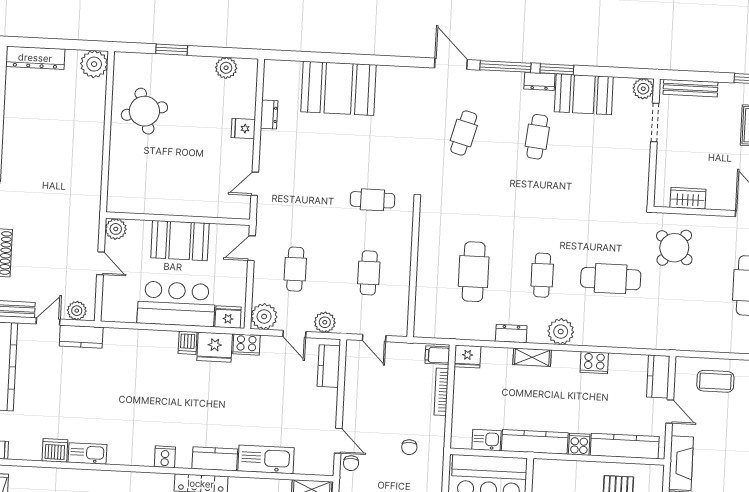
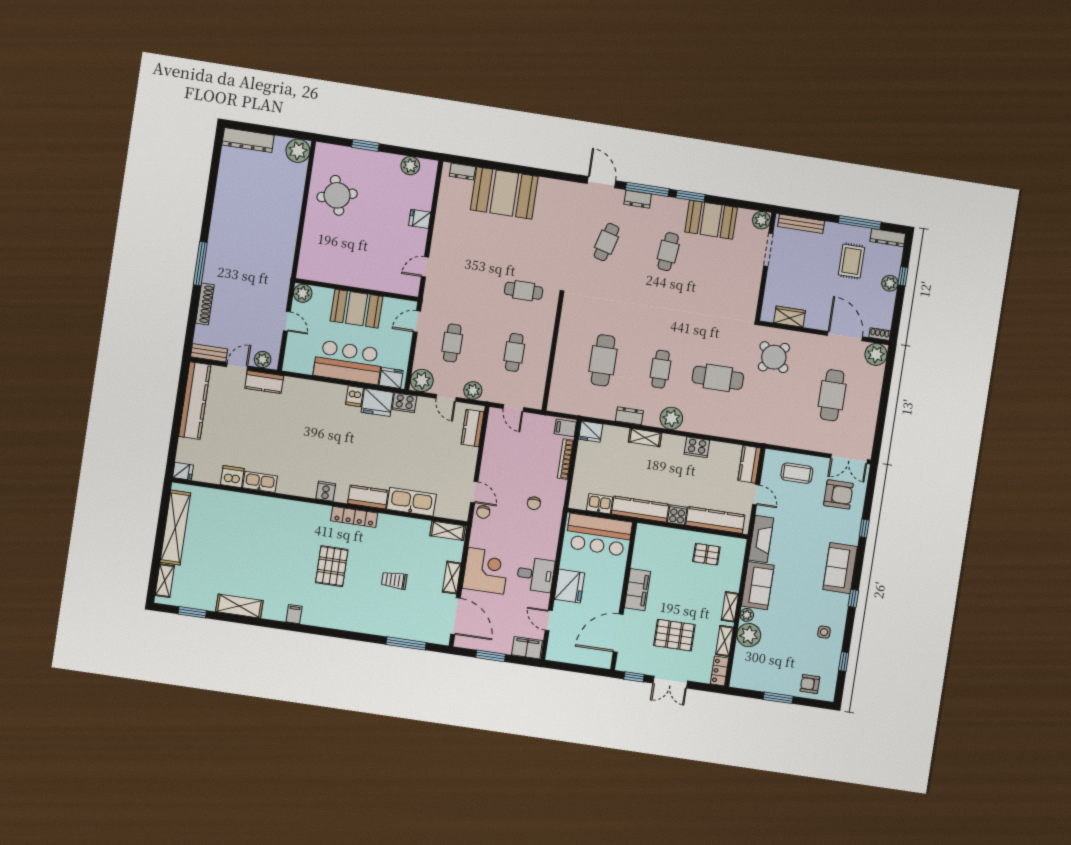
dresser: (539, 81) -> (638, 199), moved
dresser: (269, 115) -> (462, 171), moved, turned 90

